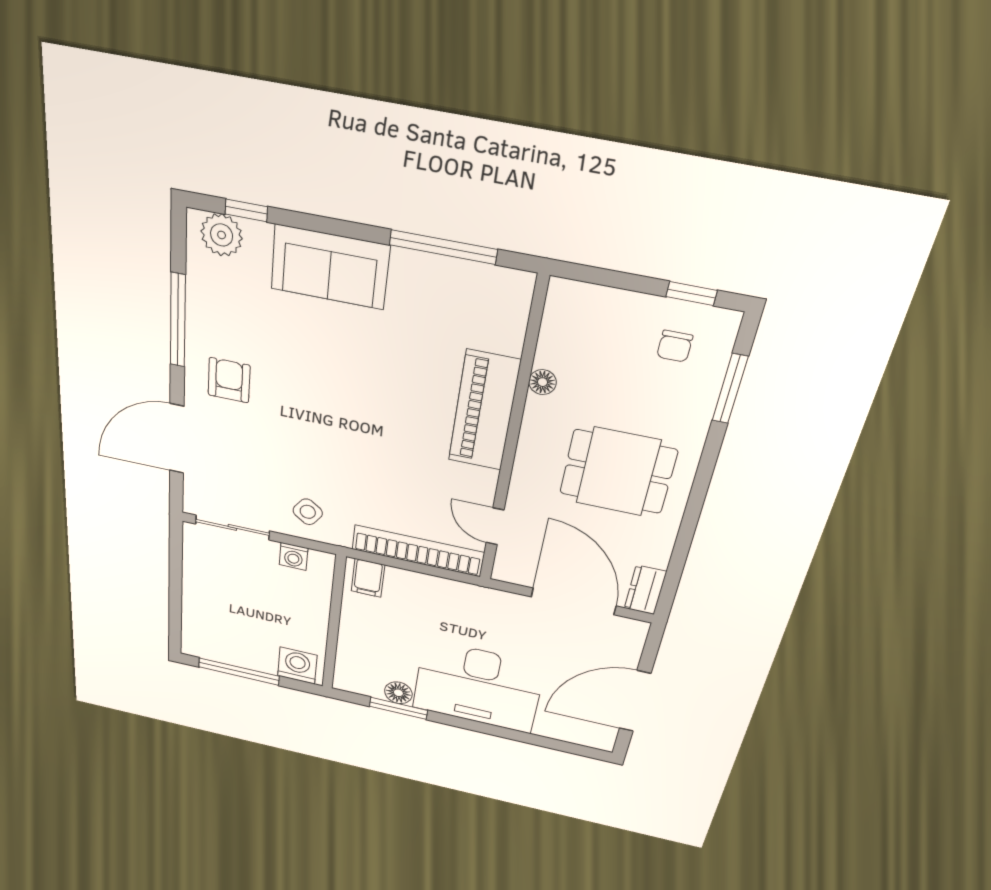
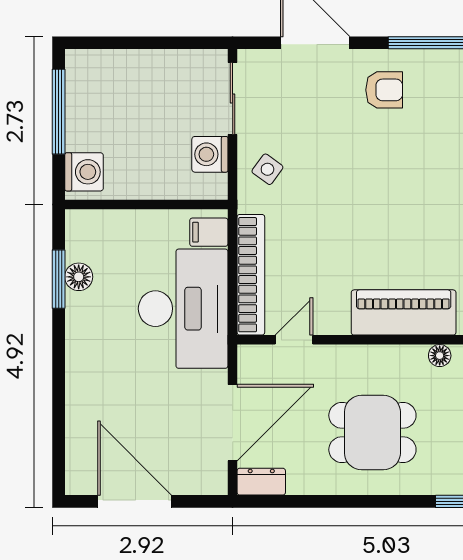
dining table: (618, 472) -> (372, 432), turned 90
washing machine: (294, 556) -> (210, 154), width x1.38, depth x1.38
desk: (478, 686) -> (183, 309), moved, turned 180

